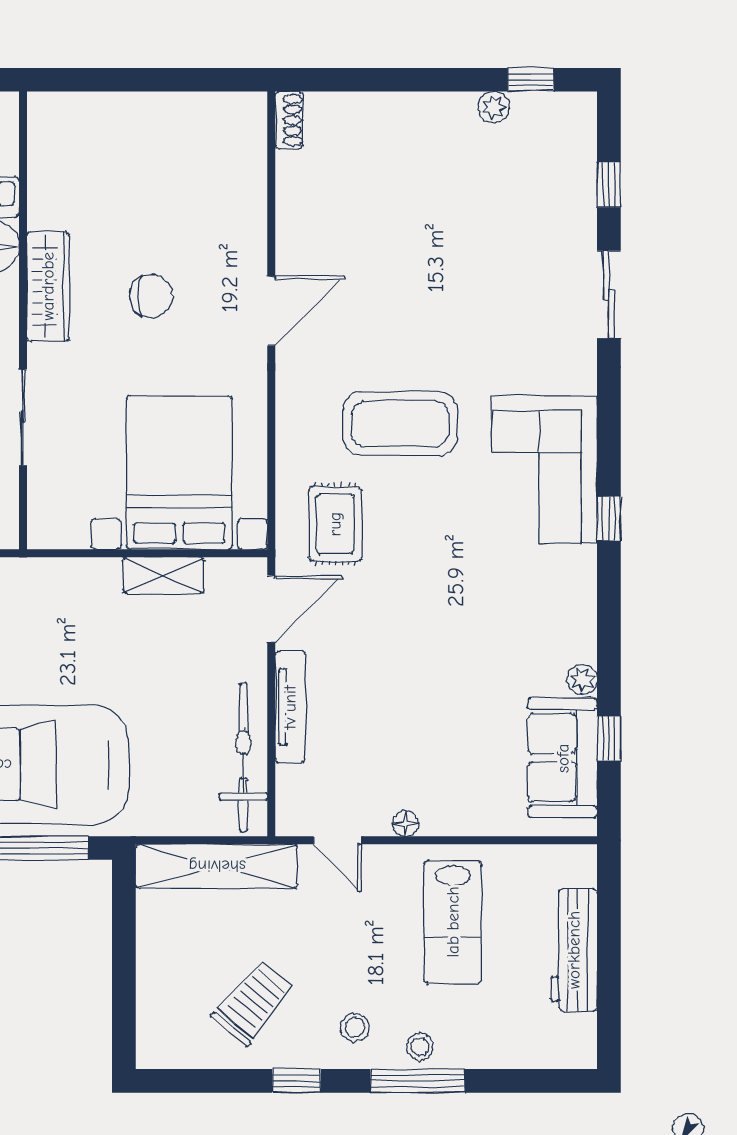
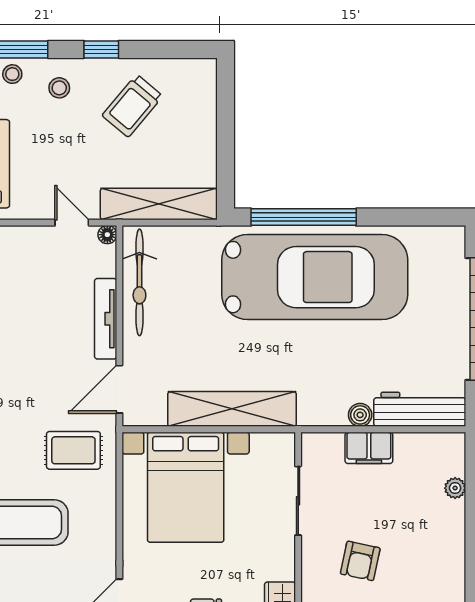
sliding door: (23, 417) -> (298, 501), moved
rug: (335, 524) -> (73, 450), turned 90
shelving: (163, 575) -> (232, 409), width x2.20, depth x1.33
floor lamp: (406, 824) -> (107, 235), moved

